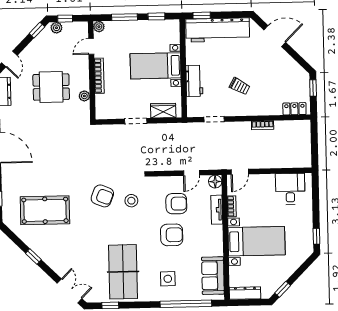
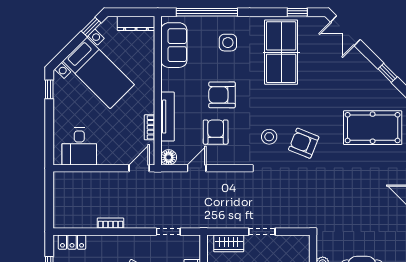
armchair: (176, 204) -> (216, 132), turned 90
tv unit: (217, 210) -> (168, 117), width x1.41
bed with nightstands: (257, 241) -> (98, 73), moved, turned -135

